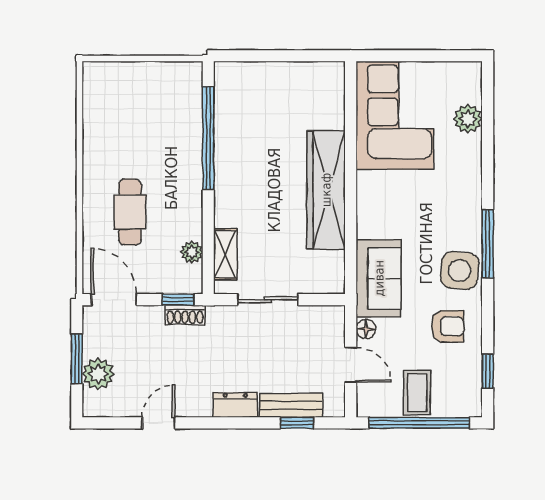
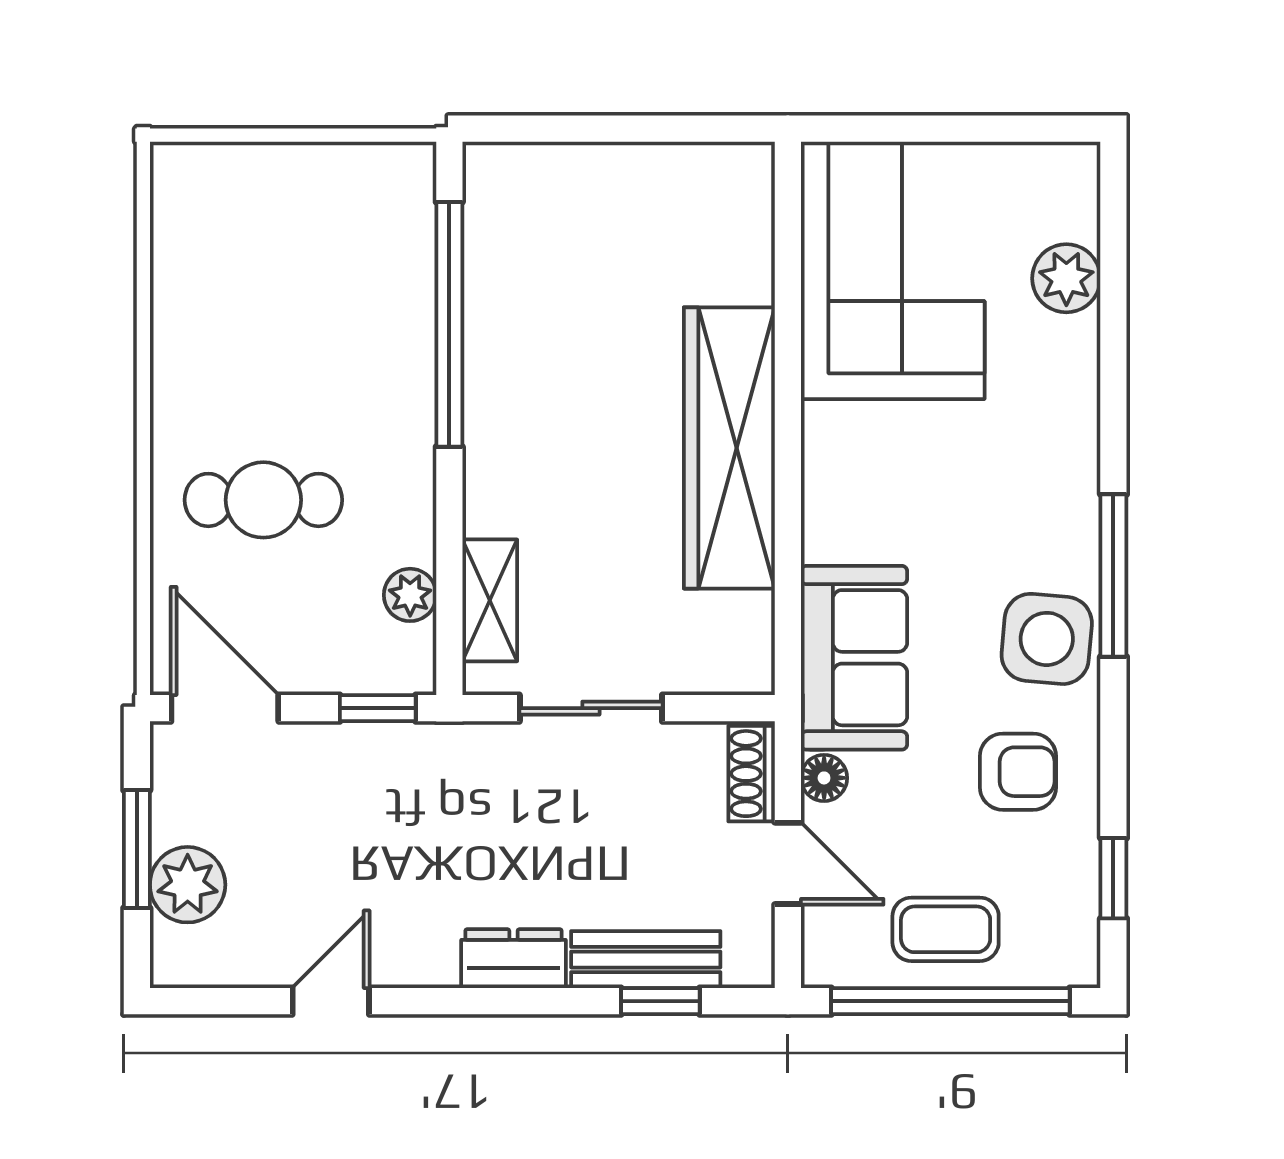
cafe table: (130, 212) -> (263, 500), turned 90
shoe rack: (185, 315) -> (752, 774), moved, turned 90
coffee table: (417, 393) -> (946, 929), turned 90

